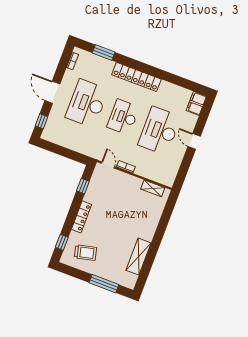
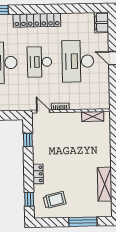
locker: (81, 217) -> (38, 174), width x0.66

